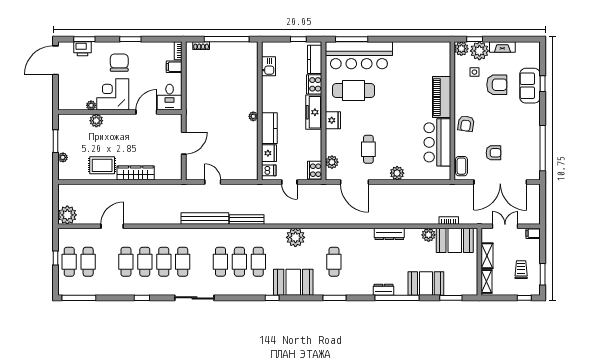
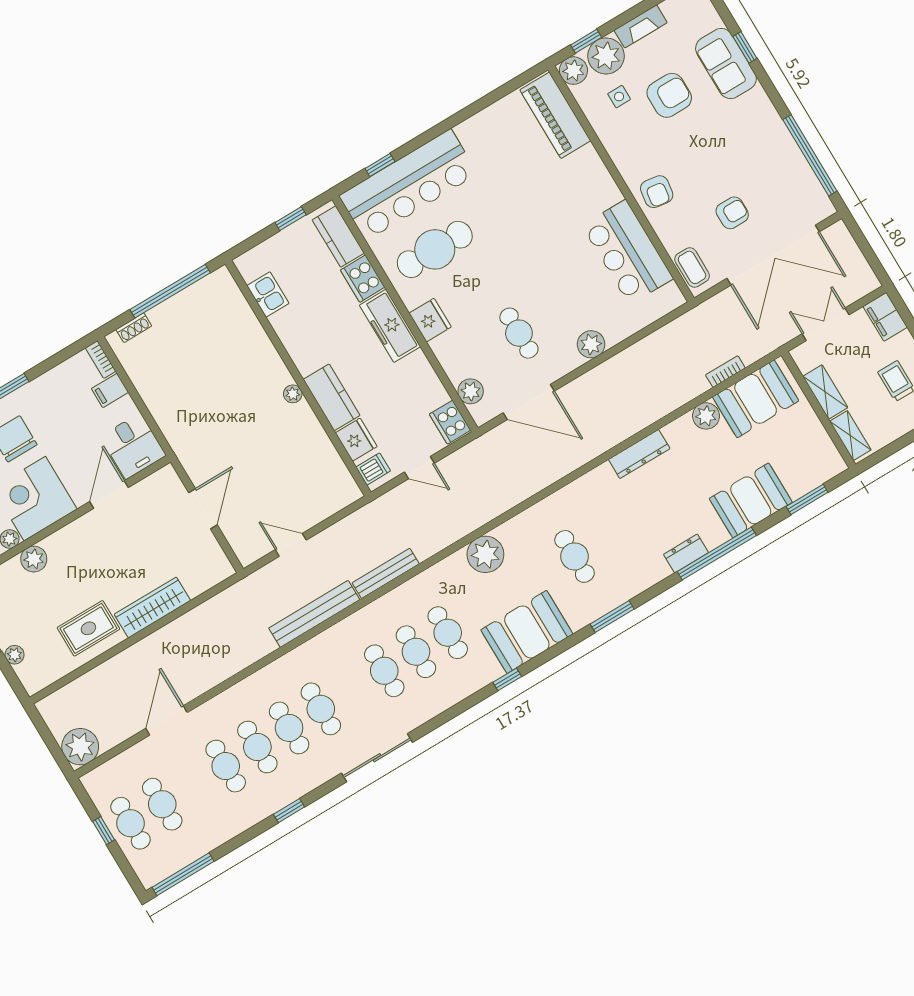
window: (352, 39) -> (380, 165), width x0.46
piano: (442, 97) -> (555, 115), moved
filing cabinet: (533, 233) -> (885, 317), width x2.00

